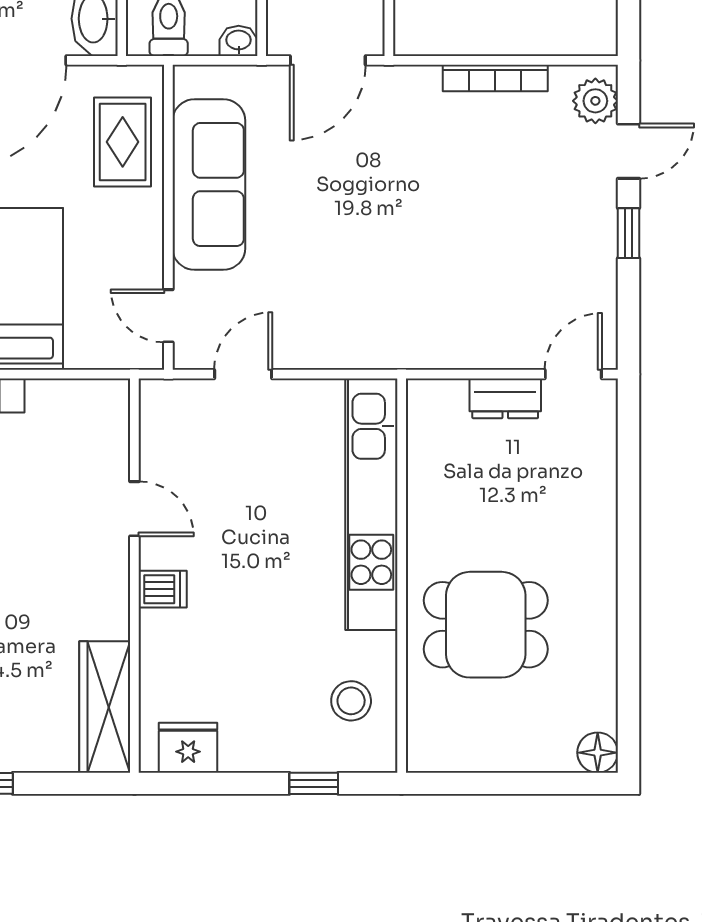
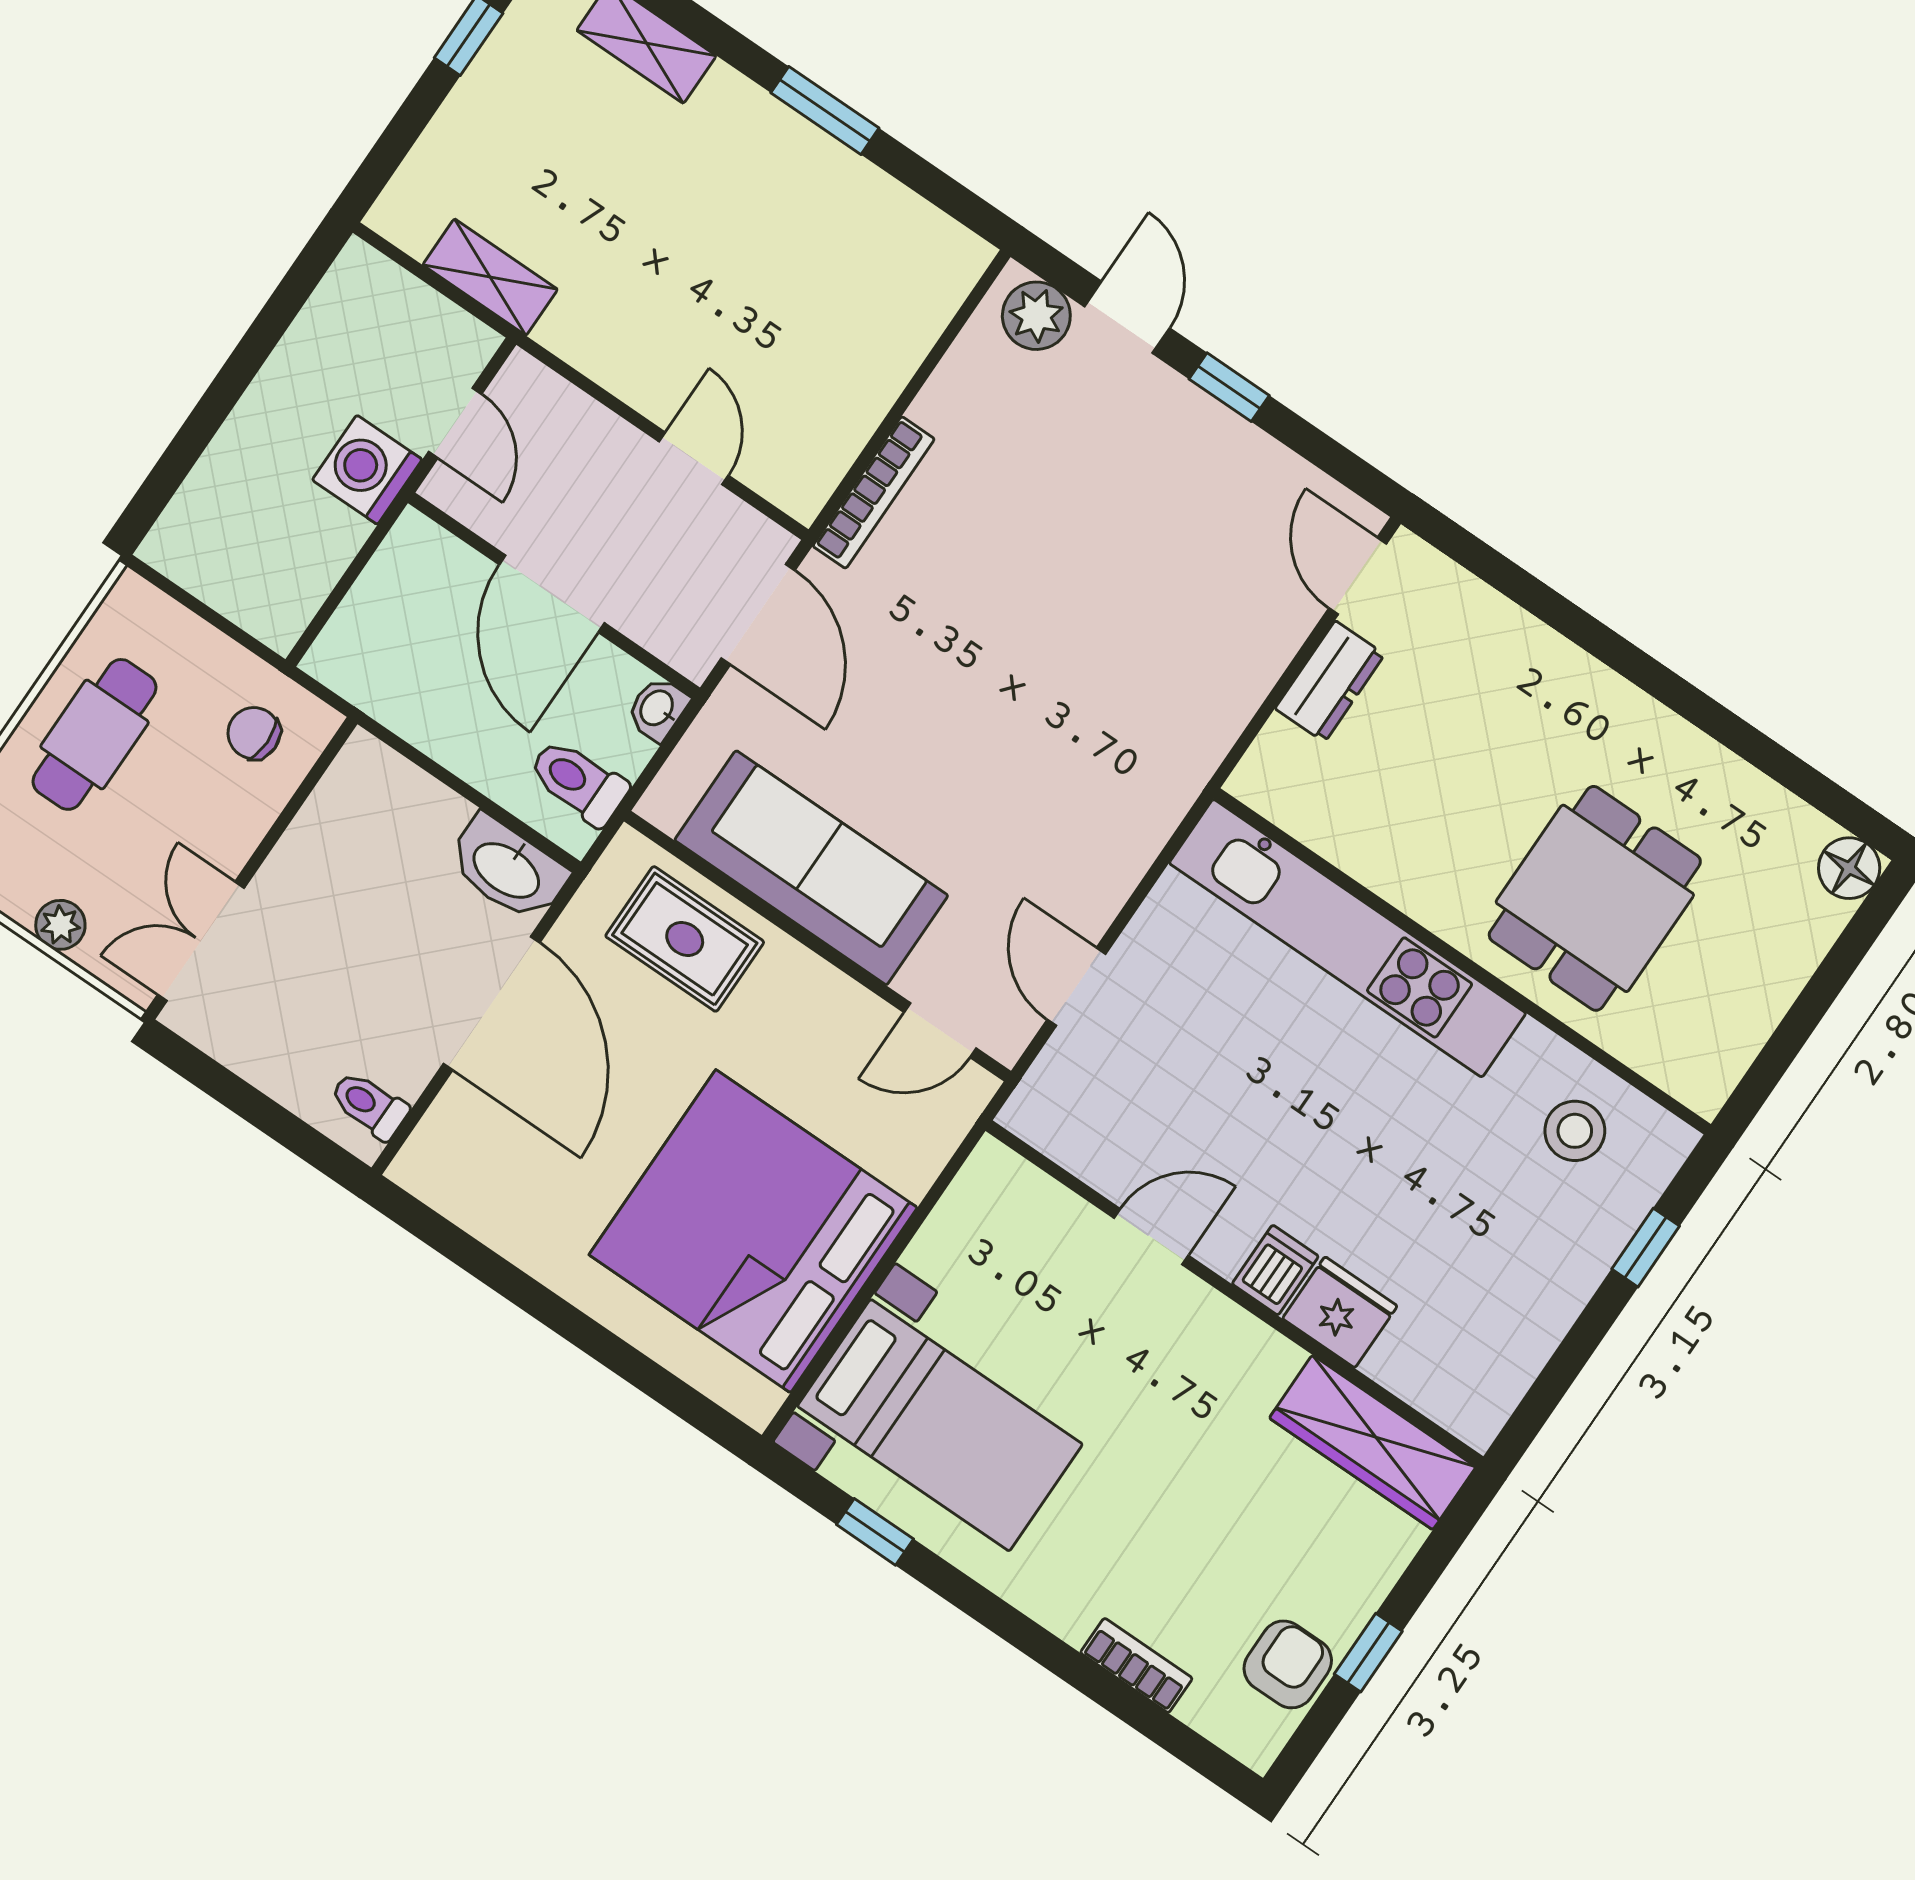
bookcase: (495, 78) -> (874, 493), moved
fridge: (188, 748) -> (1340, 1312), moved, turned 90

